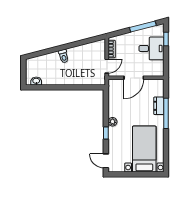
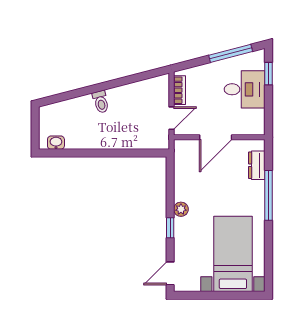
dresser: (159, 106) -> (257, 165), moved
door: (106, 161) -> (170, 273), hinge flipped

